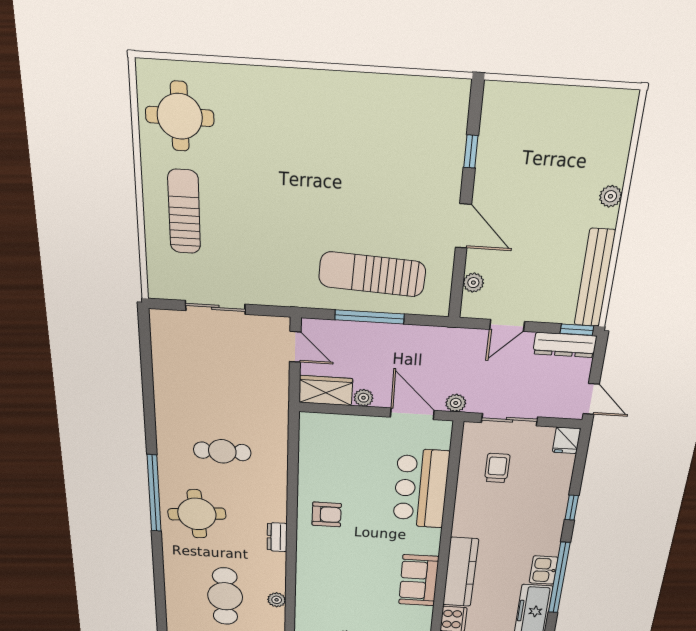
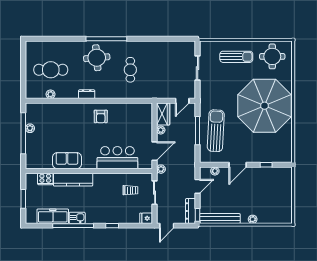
parasol: (313, 146) -> (264, 106), added
door: (507, 325) -> (198, 186), swing flipped

